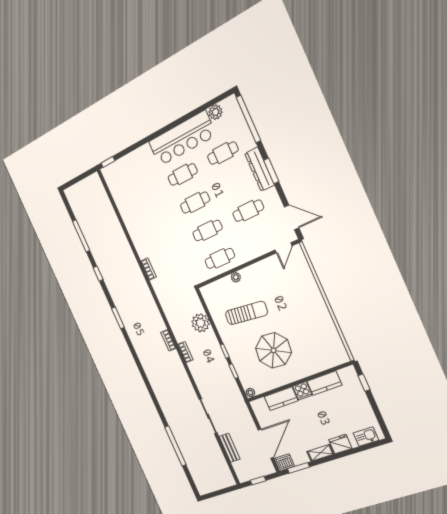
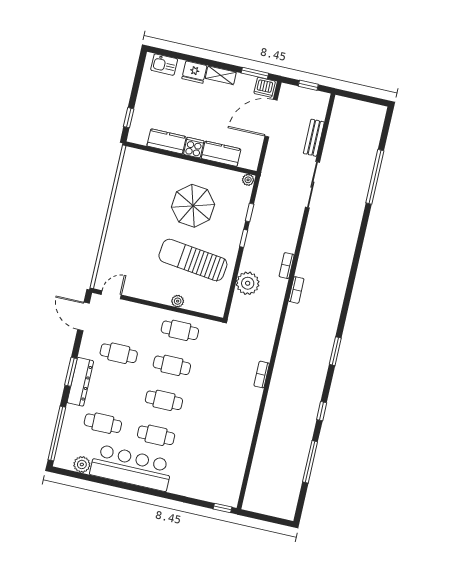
sun lounger: (246, 313) -> (193, 260), width x1.36, depth x1.34

